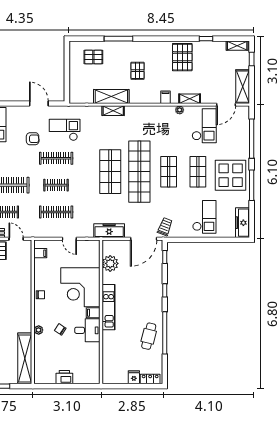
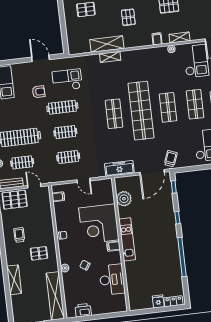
shop shelf: (110, 172) -> (114, 114), width x0.70, depth x0.74
clothes rail: (56, 212) -> (68, 157), width x0.73
pallet: (13, 311) -> (39, 253), added
desk: (87, 330) -> (112, 280), moved, width x1.37
cafe table: (149, 336) -> (167, 262), removed
printer: (64, 377) -> (83, 310), moved

